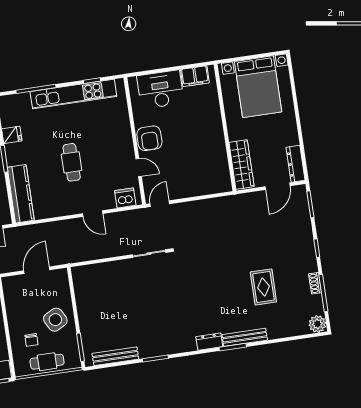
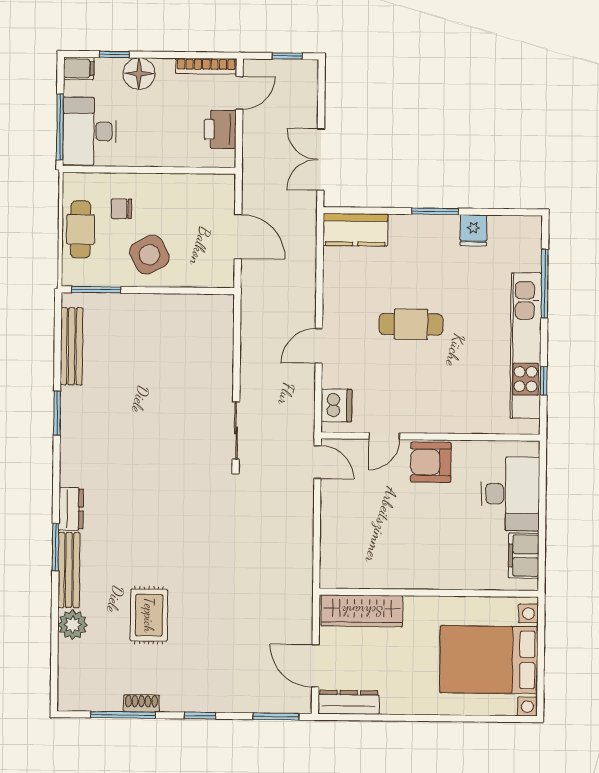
kitchen counter: (21, 194) -> (355, 230), width x0.67
rug: (263, 287) -> (149, 615), turned 90
plant: (317, 324) -> (73, 625), moved

